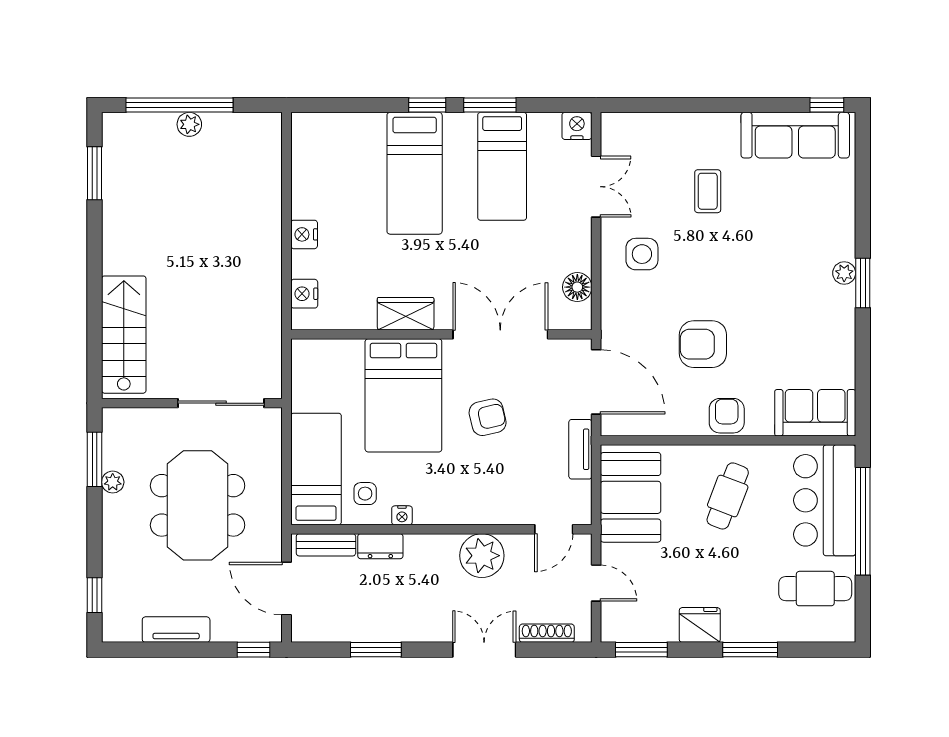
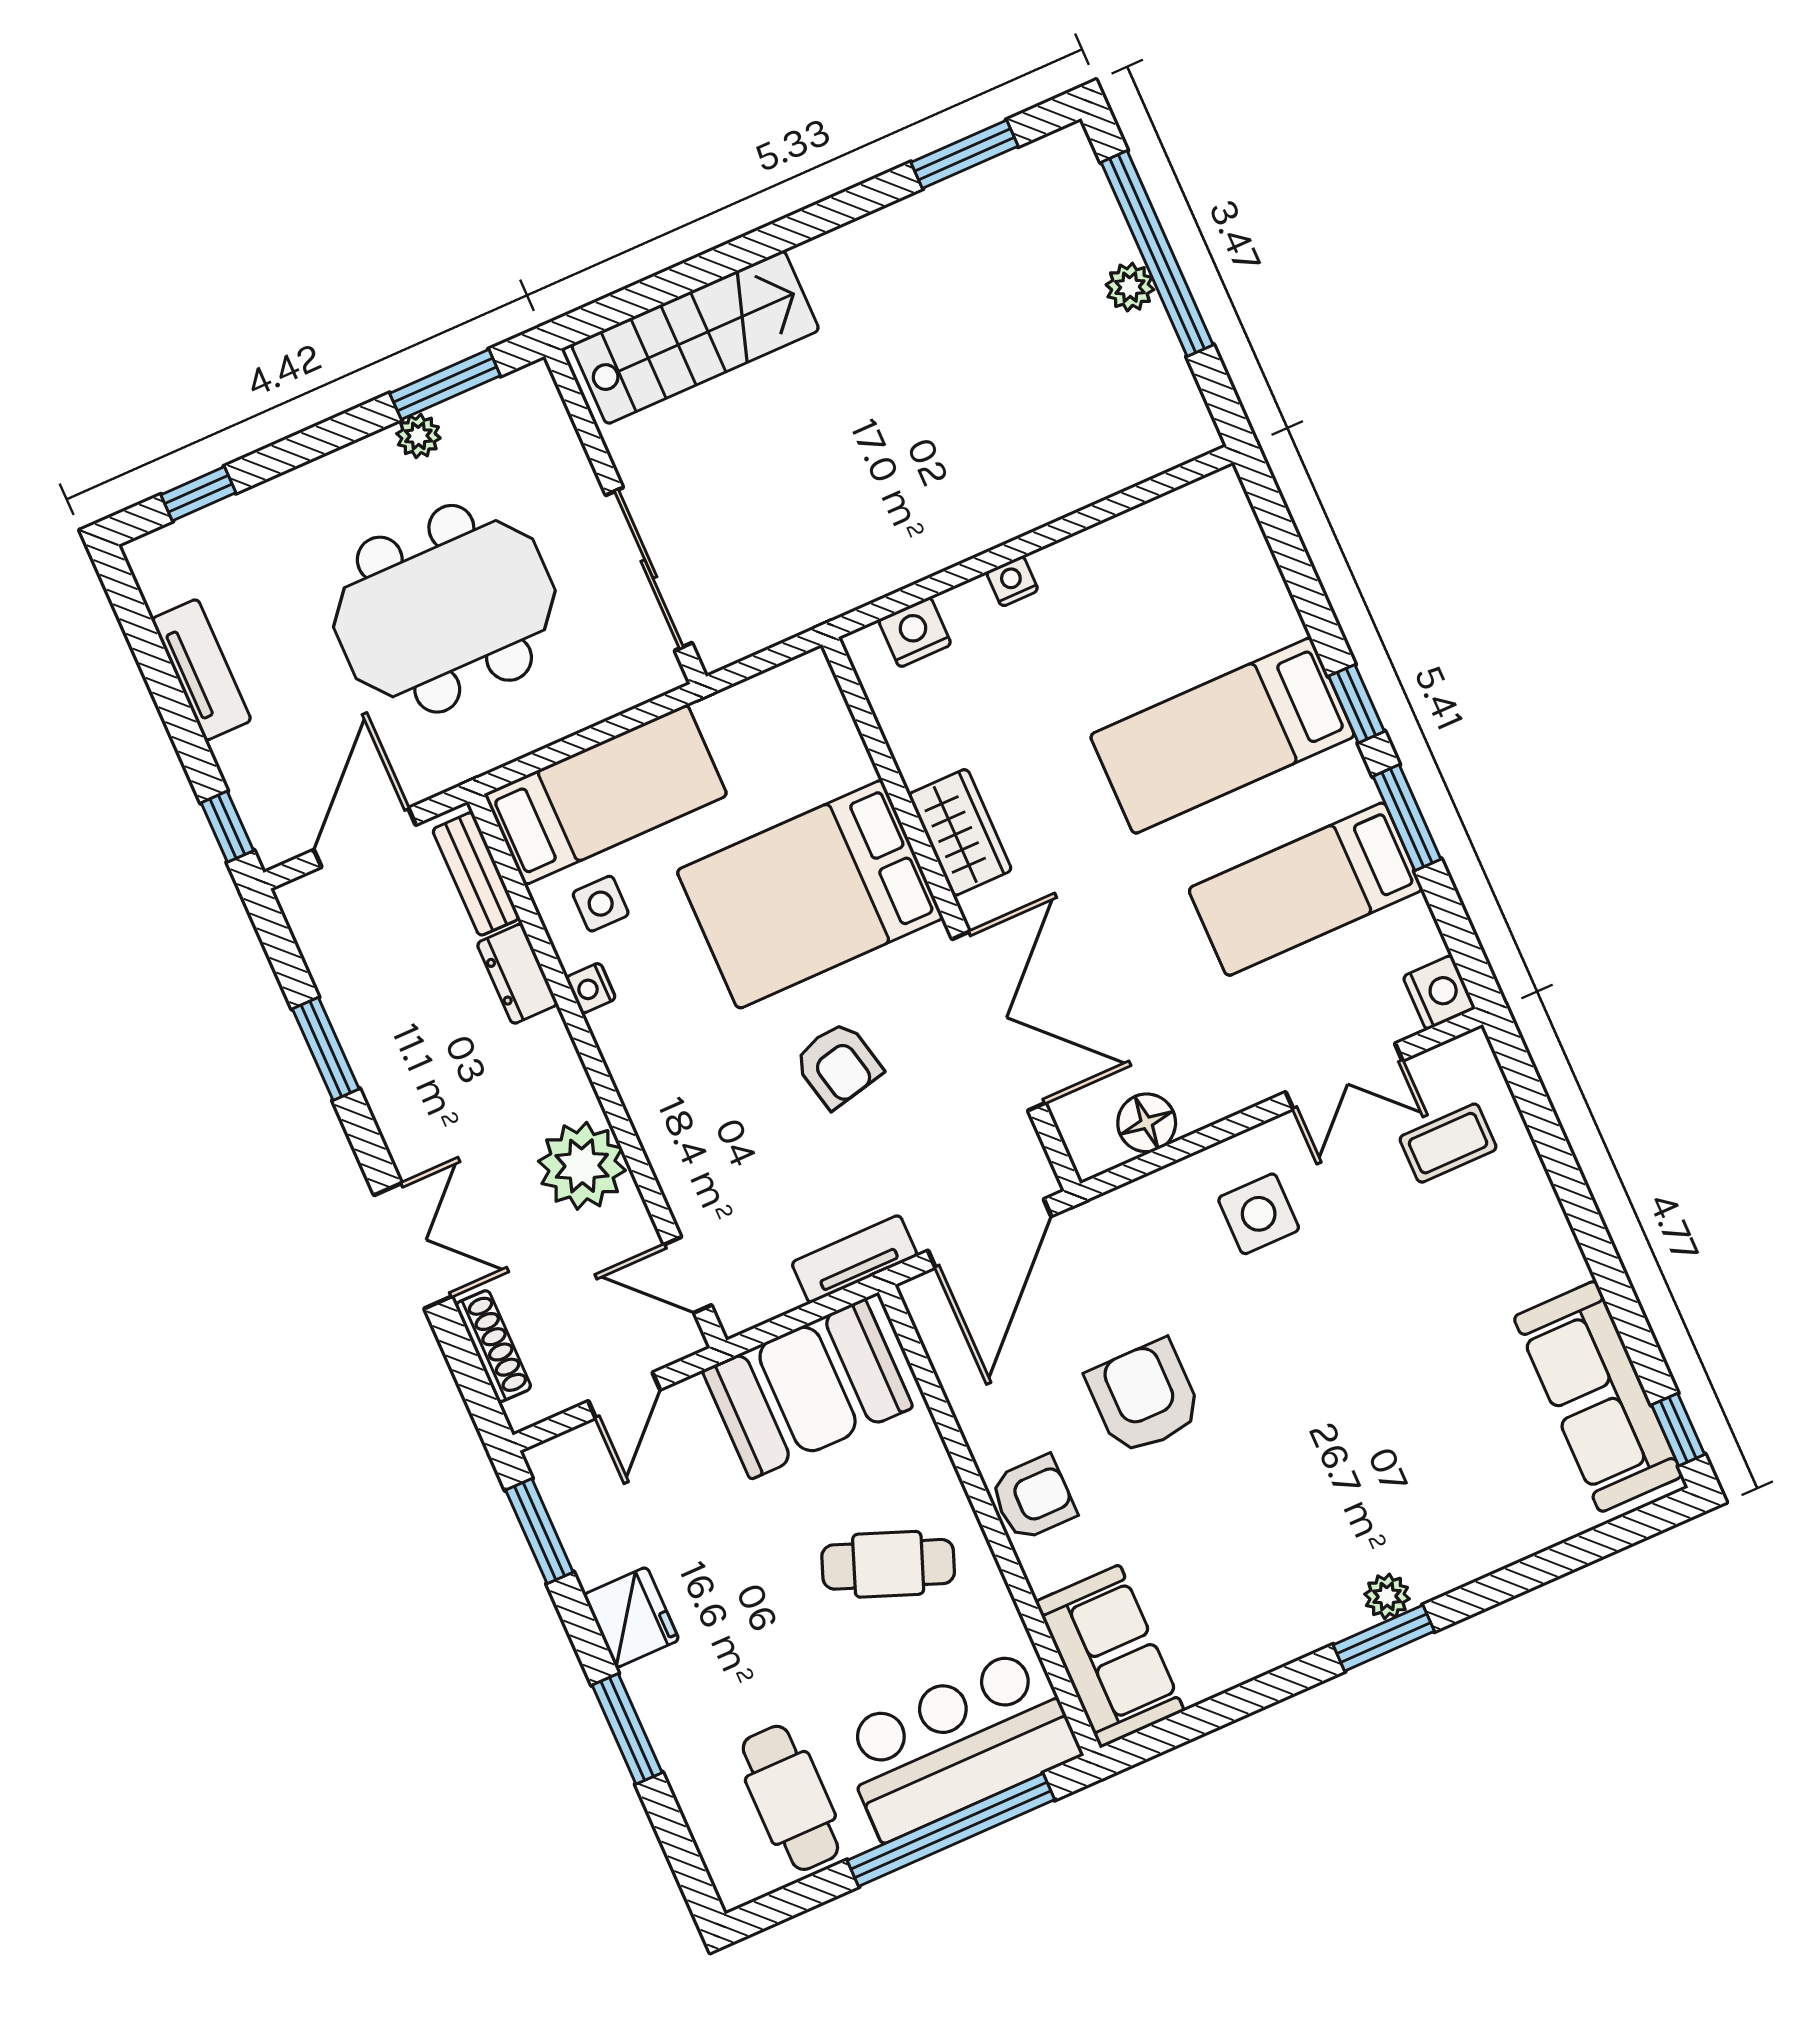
coffee table: (708, 191) -> (1448, 1143), moved
nightstand: (304, 234) -> (1012, 581), width x0.72, depth x0.74

